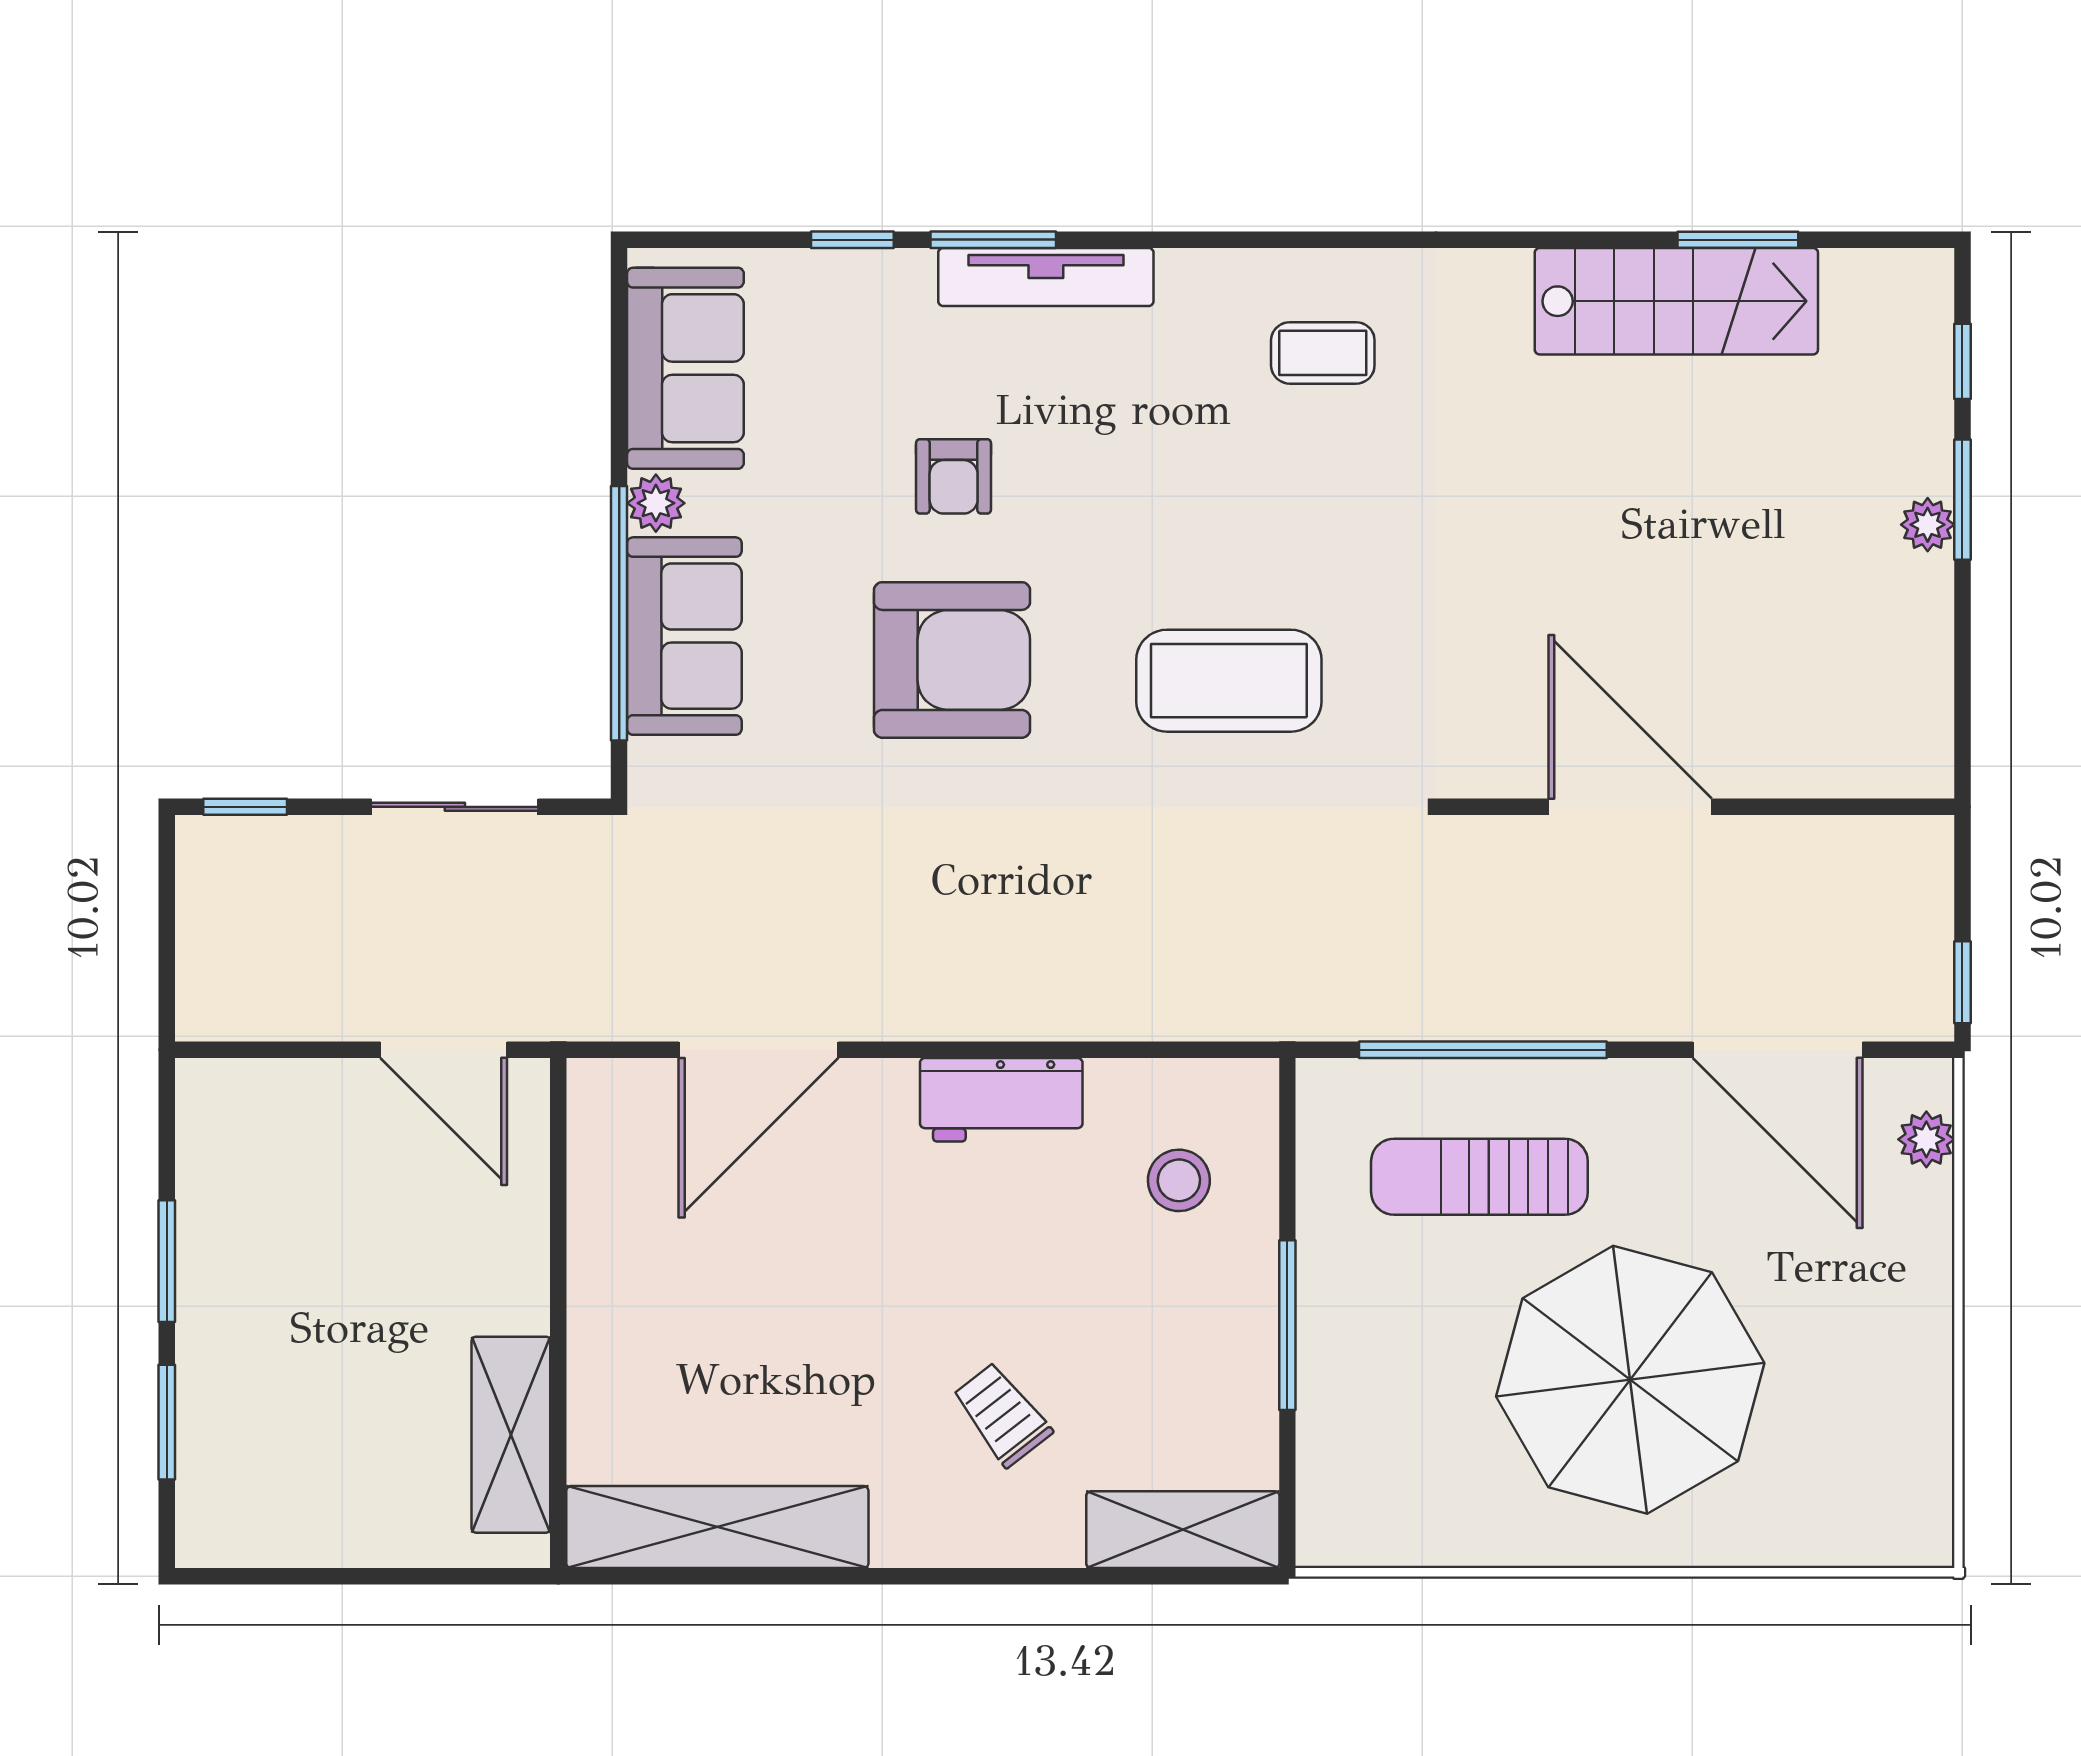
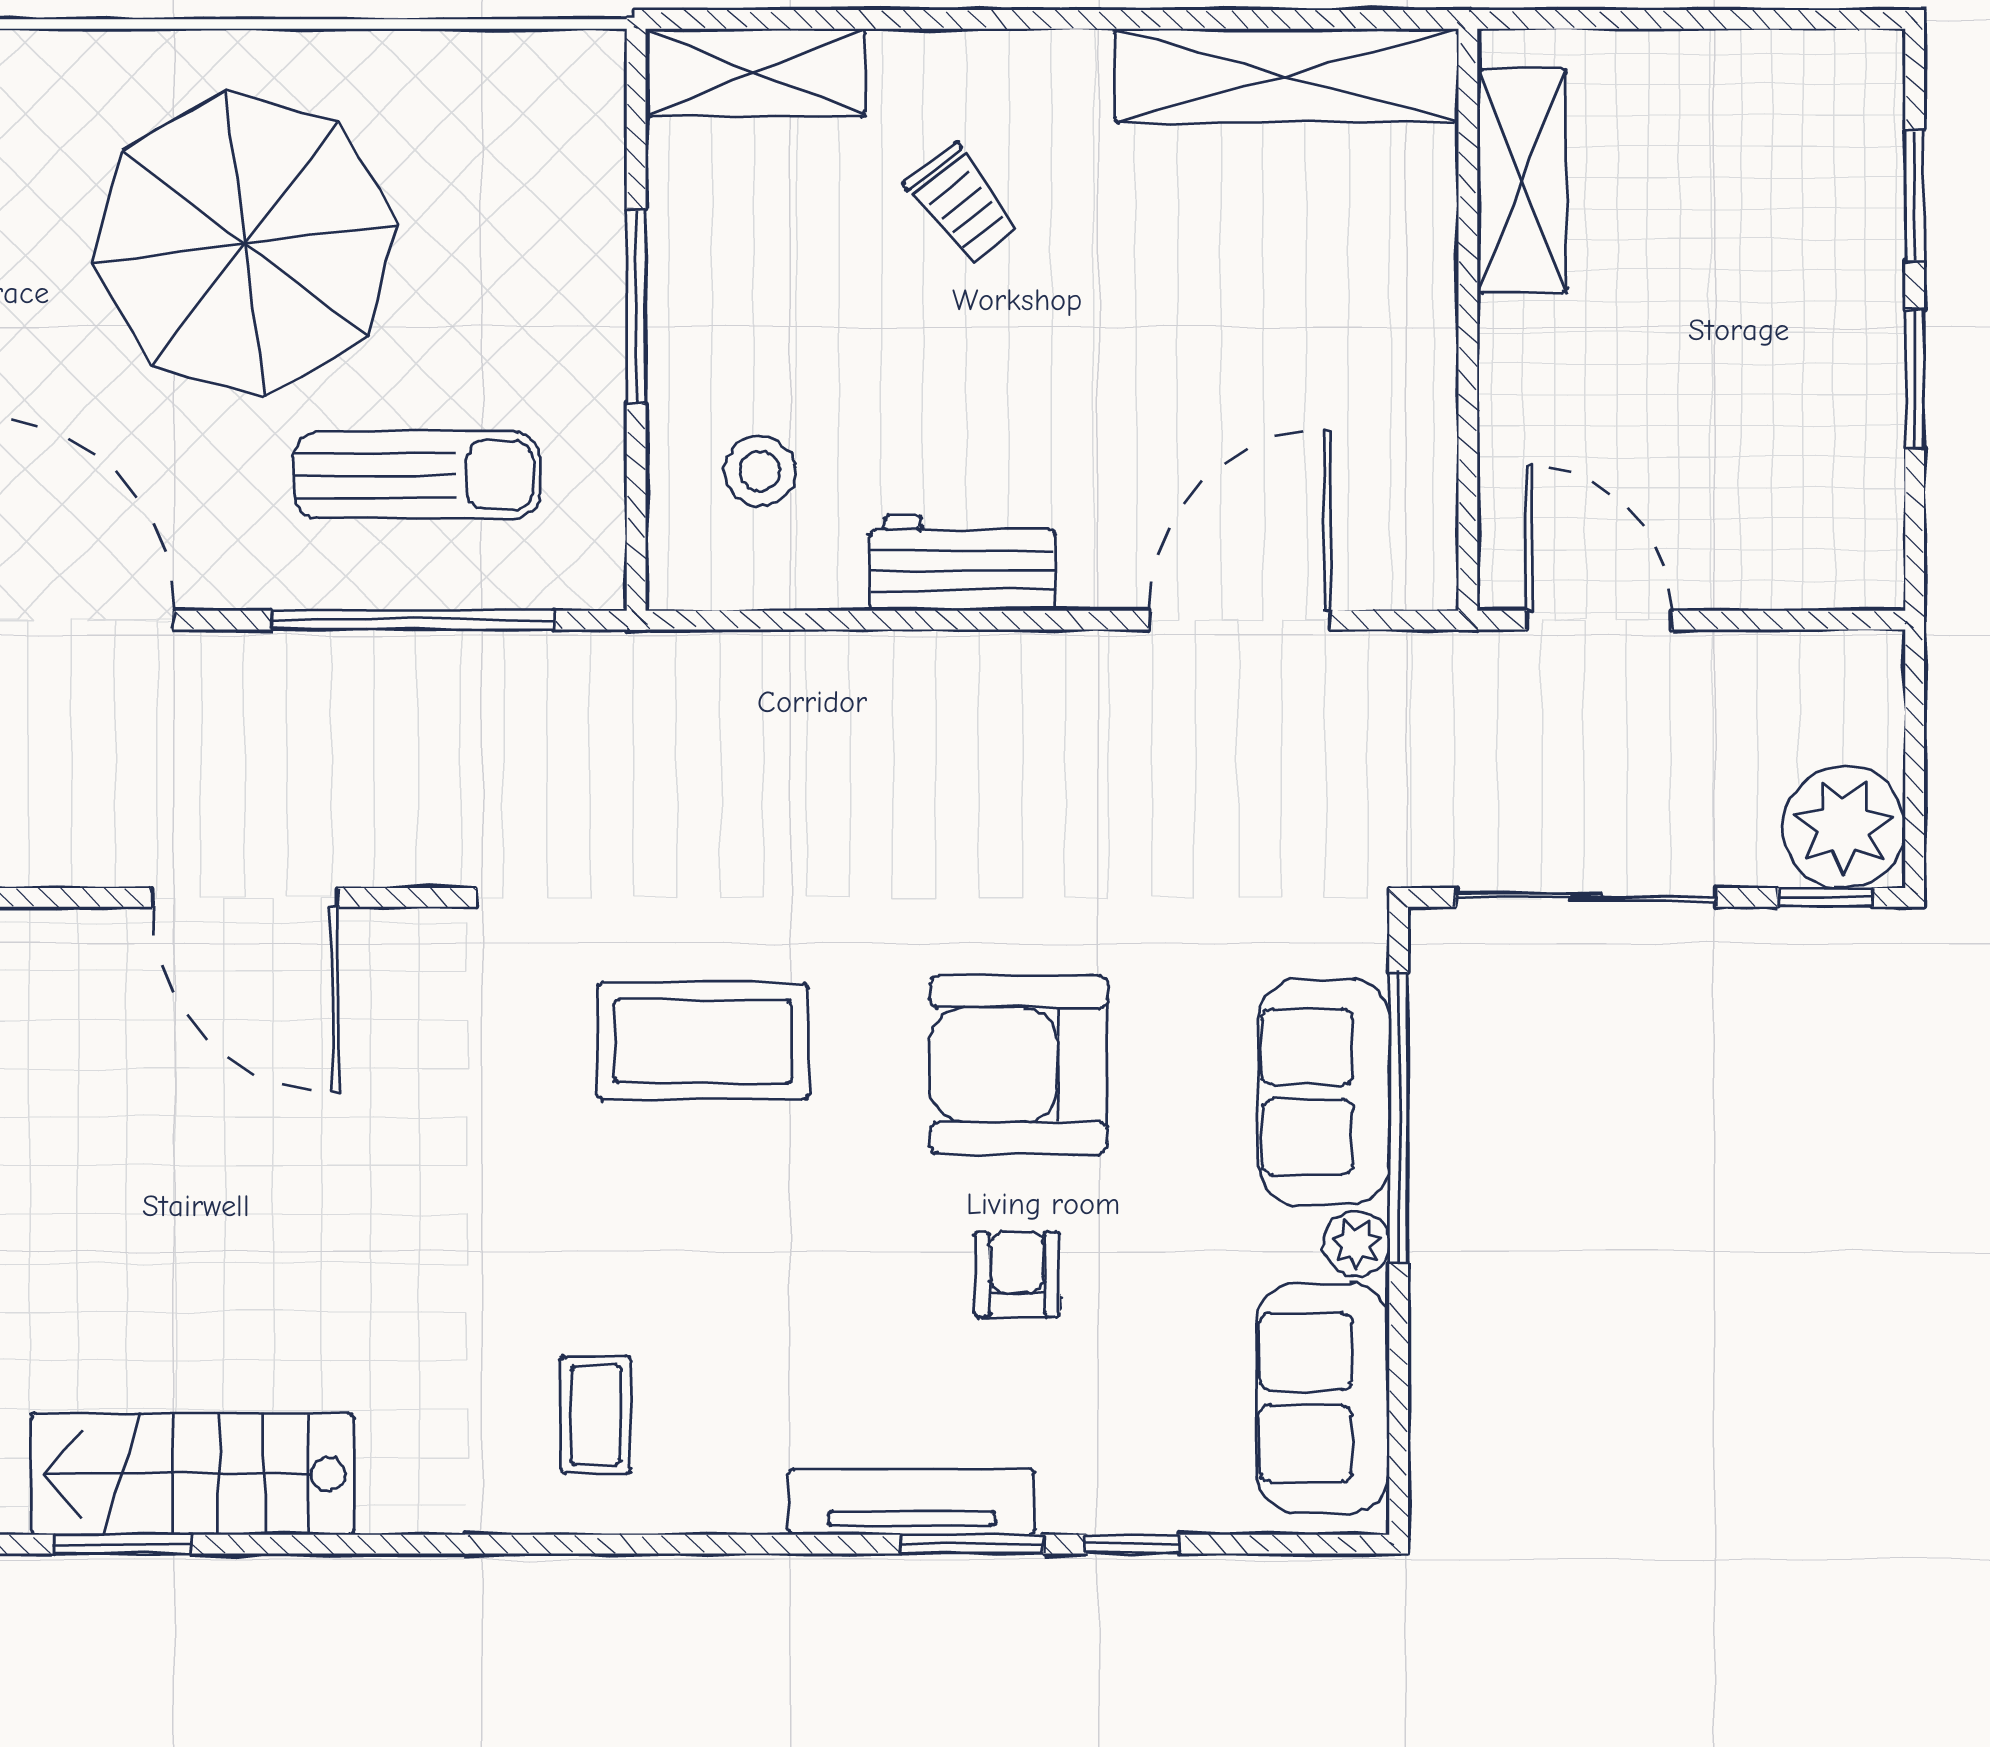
coffee table: (1323, 353) -> (596, 1415), turned 90
sliding door: (455, 807) -> (1586, 897), width x1.37
plant: (229, 869) -> (1844, 827), added

